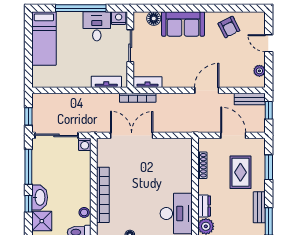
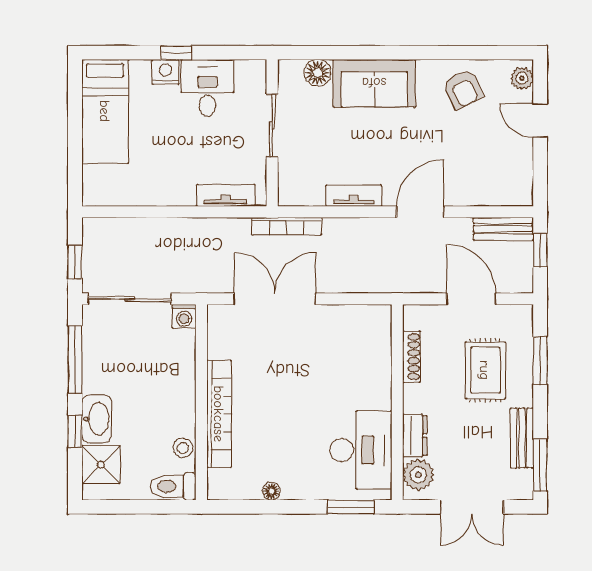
window: (81, 8) -> (176, 53), width x0.32
nightstand: (119, 18) -> (165, 72), moved
plant: (259, 71) -> (522, 78), moved
tv unit: (148, 82) -> (354, 196), moved

